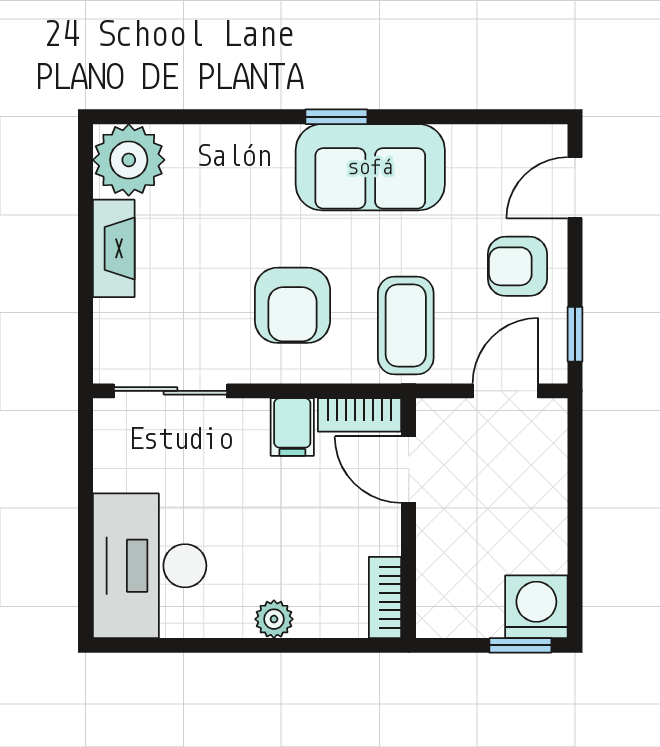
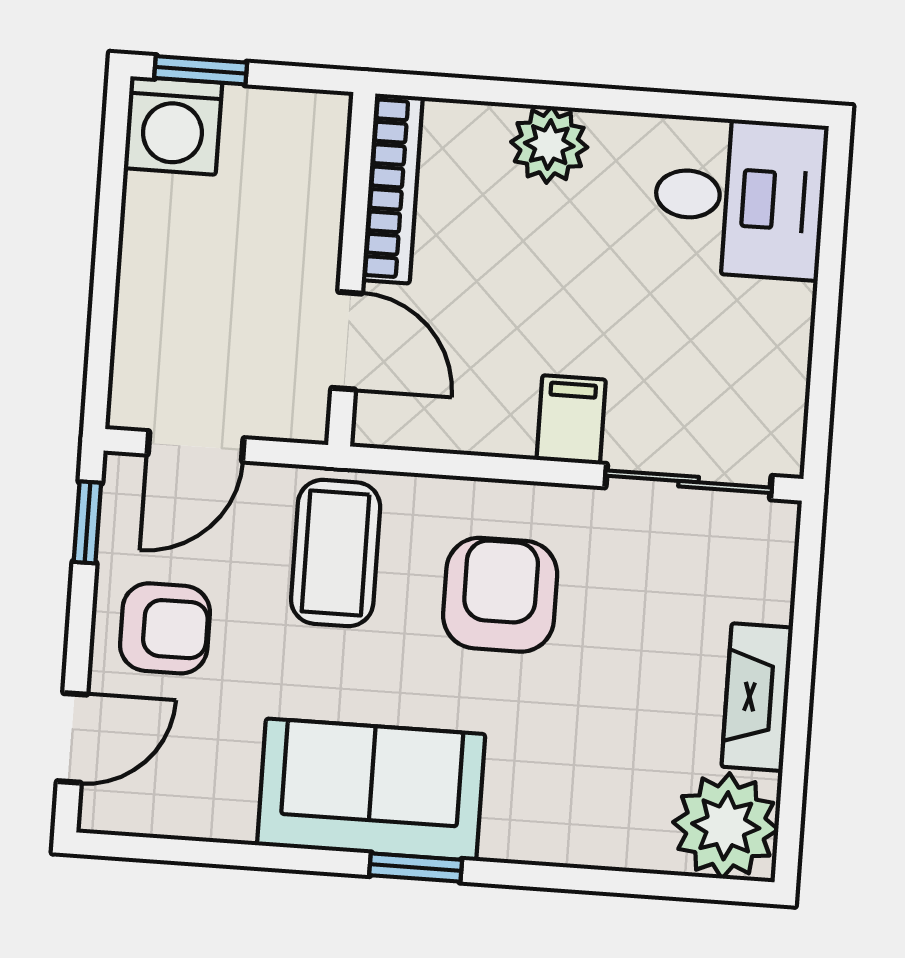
bookcase: (360, 415) -> (413, 426), removed
filing cabinet: (292, 427) -> (571, 420), moved
desk: (150, 566) -> (740, 198), width x0.73
bookcase: (385, 597) -> (392, 189), width x1.56
plant: (274, 619) -> (549, 145), width x1.38, depth x1.38

